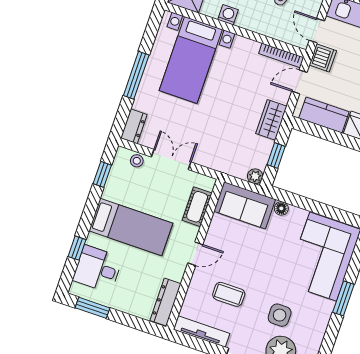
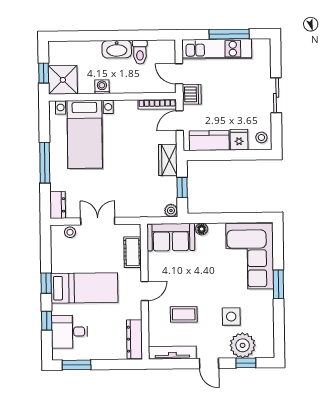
window: (102, 174) -> (46, 283), moved

